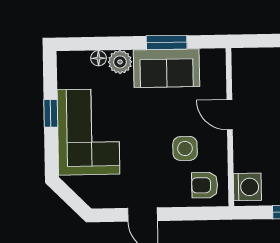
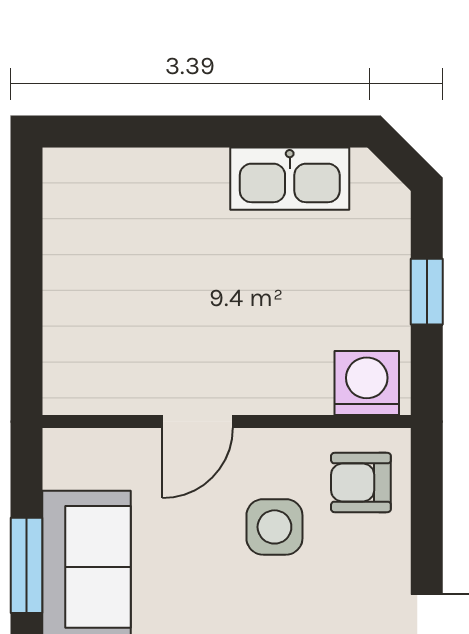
armchair: (205, 185) -> (361, 483), turned 90

